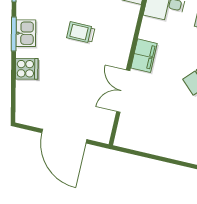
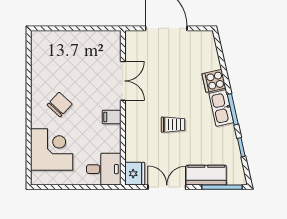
kitchen sink: (26, 33) -> (221, 108), width x1.38
filing cabinet: (144, 56) -> (112, 117), width x0.50

